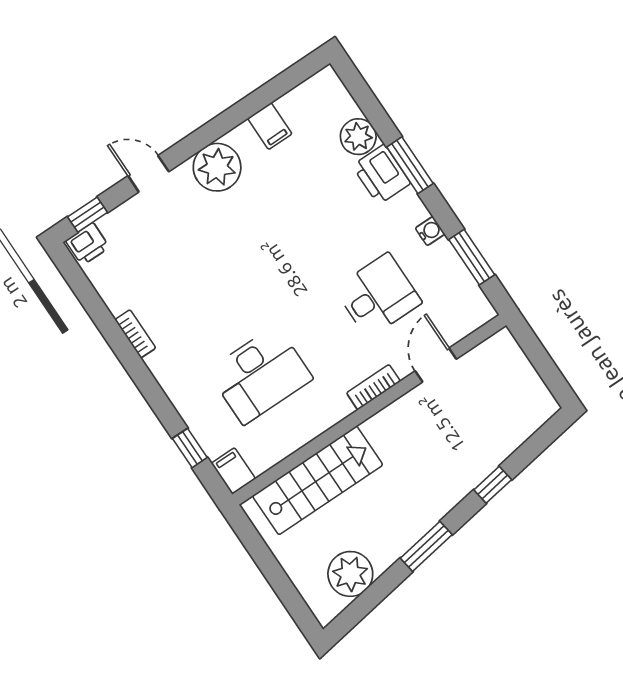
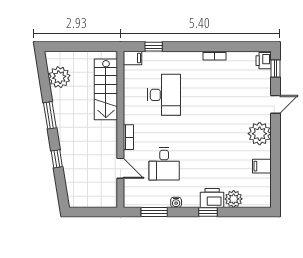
window: (410, 165) -> (208, 212), width x0.67
desk: (260, 375) -> (164, 95), turned 180

